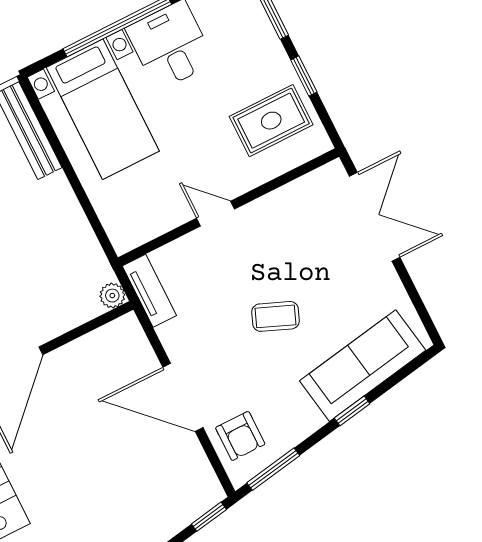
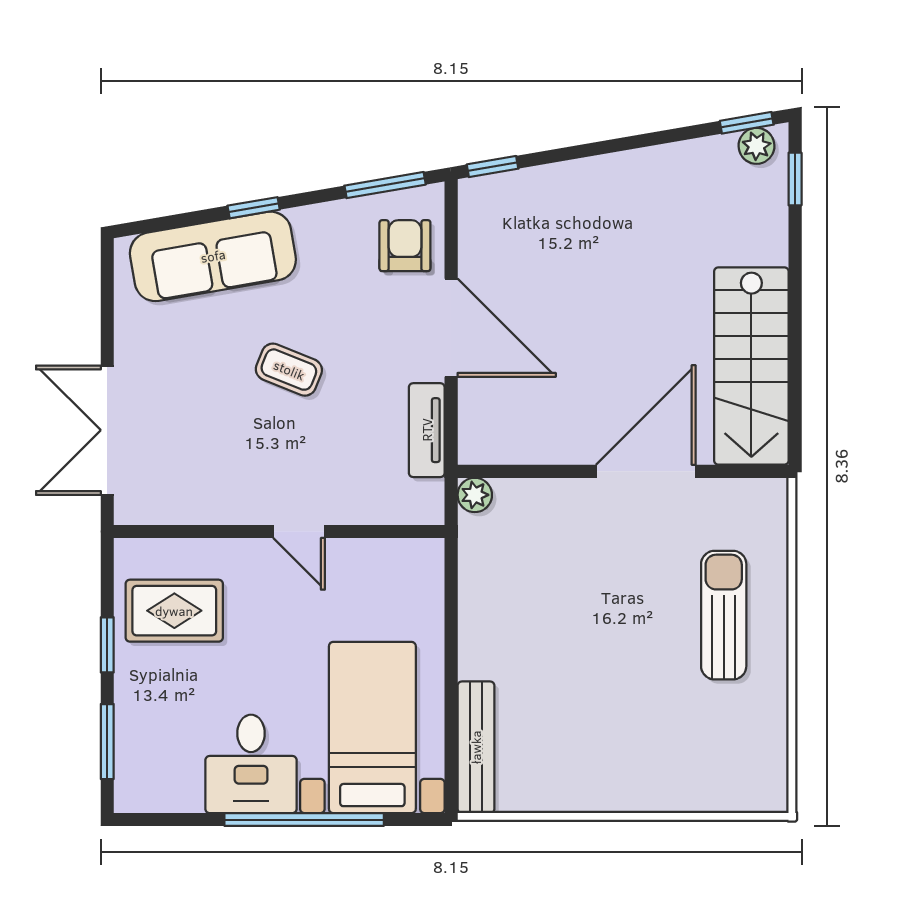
tv unit: (149, 291) -> (427, 430), moved

